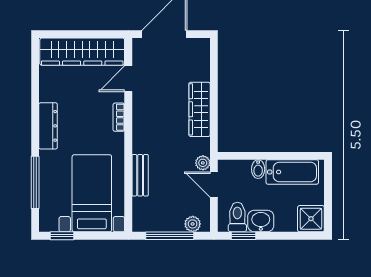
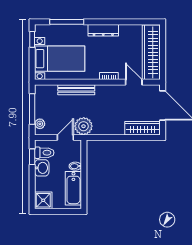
wardrobe: (200, 109) -> (143, 128), moved
plant: (203, 163) -> (84, 126), width x1.88, depth x1.88
bench: (140, 175) -> (76, 90), width x1.36

